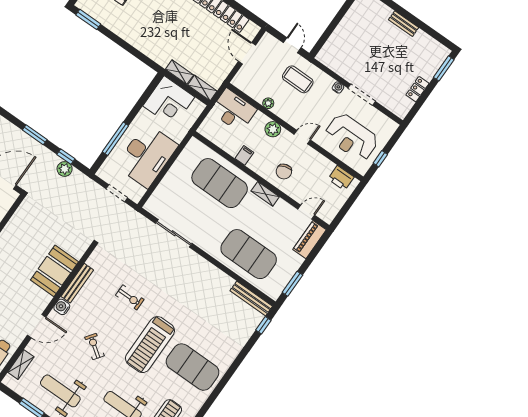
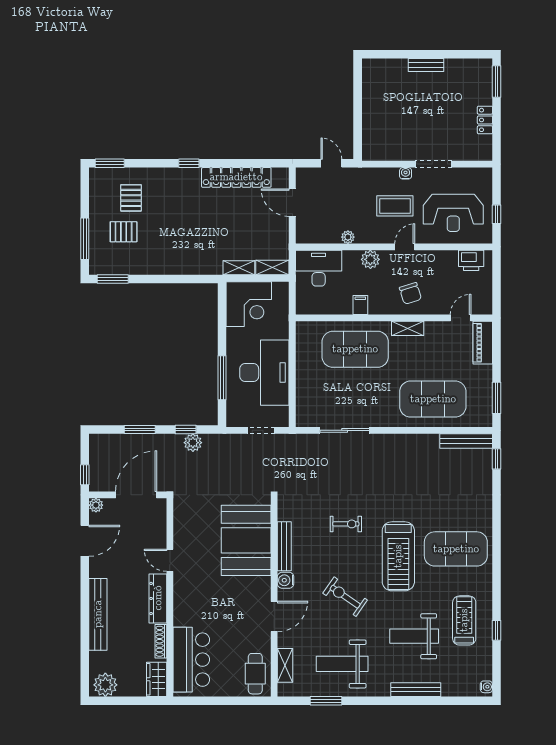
coffee table: (298, 79) -> (395, 206), moved
booth: (55, 271) -> (246, 540), width x1.36, depth x1.42
exercise bike: (94, 347) -> (345, 597), width x1.38, depth x1.39

